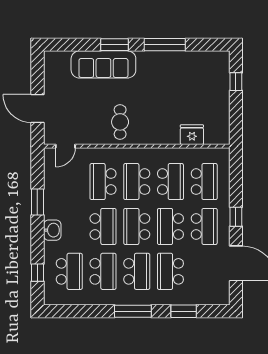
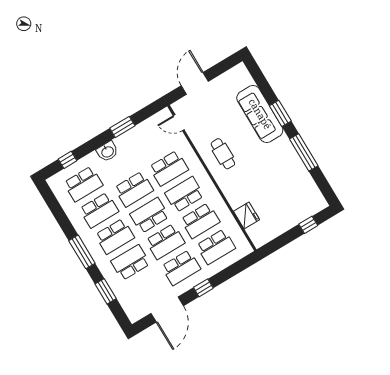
cafe table: (120, 122) -> (223, 154), turned 90
school desk: (103, 182) -> (169, 168), turned 180
school desk: (170, 226) -> (165, 242), turned 180

